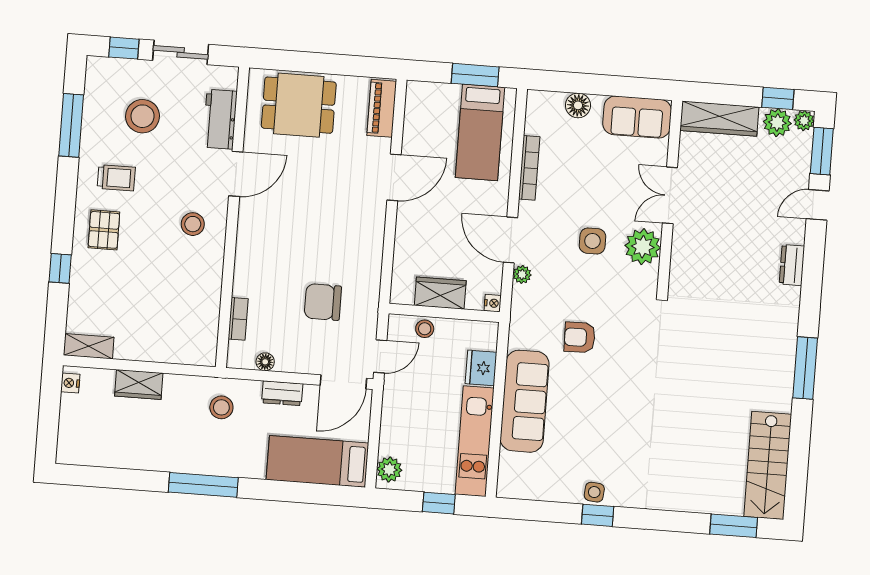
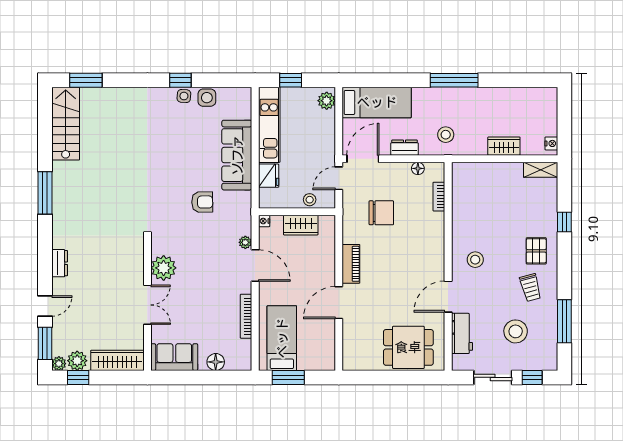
piano: (382, 108) -> (351, 264), moved
trolley: (116, 178) -> (530, 288), turned -105
side table: (592, 241) -> (207, 98), moved

